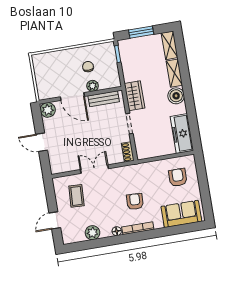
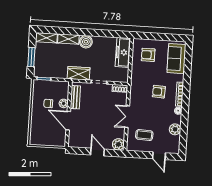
door: (72, 97) -> (68, 121), swing flipped
plant: (48, 110) -> (118, 144), moved
freezer: (182, 134) -> (123, 52), moved, turned 90
door: (42, 142) -> (97, 152), swing flipped

